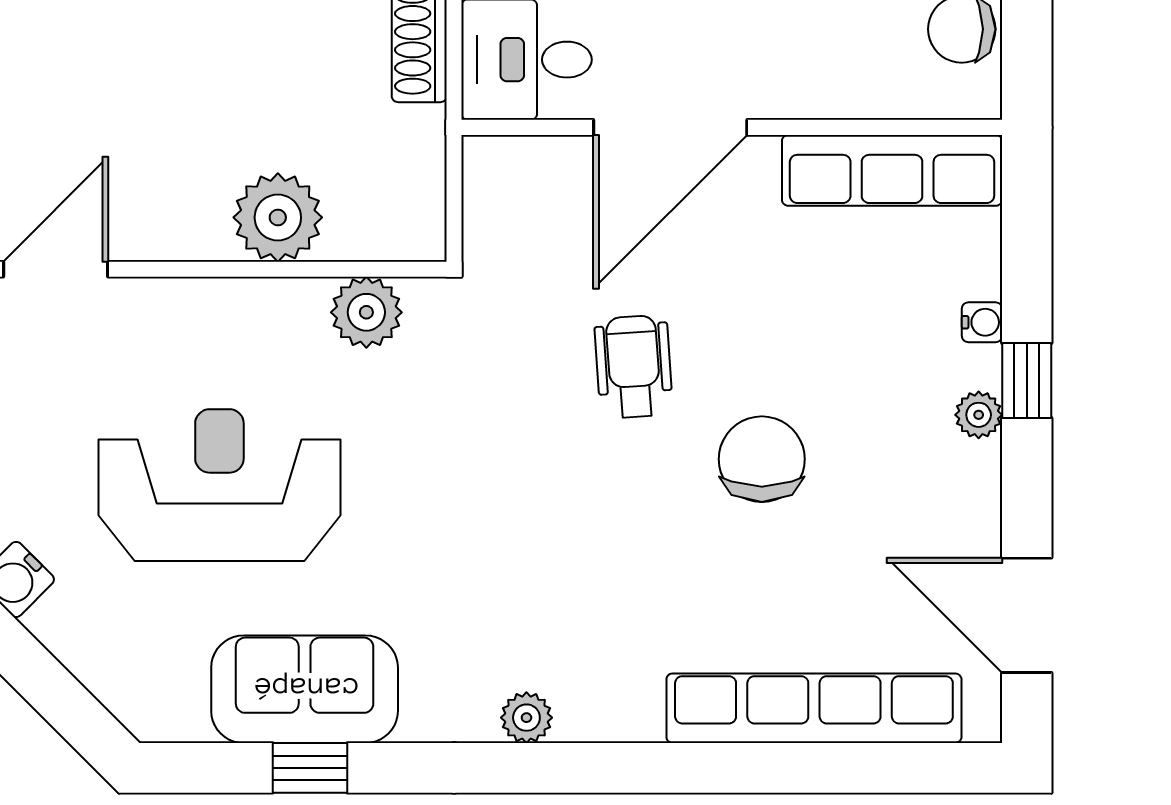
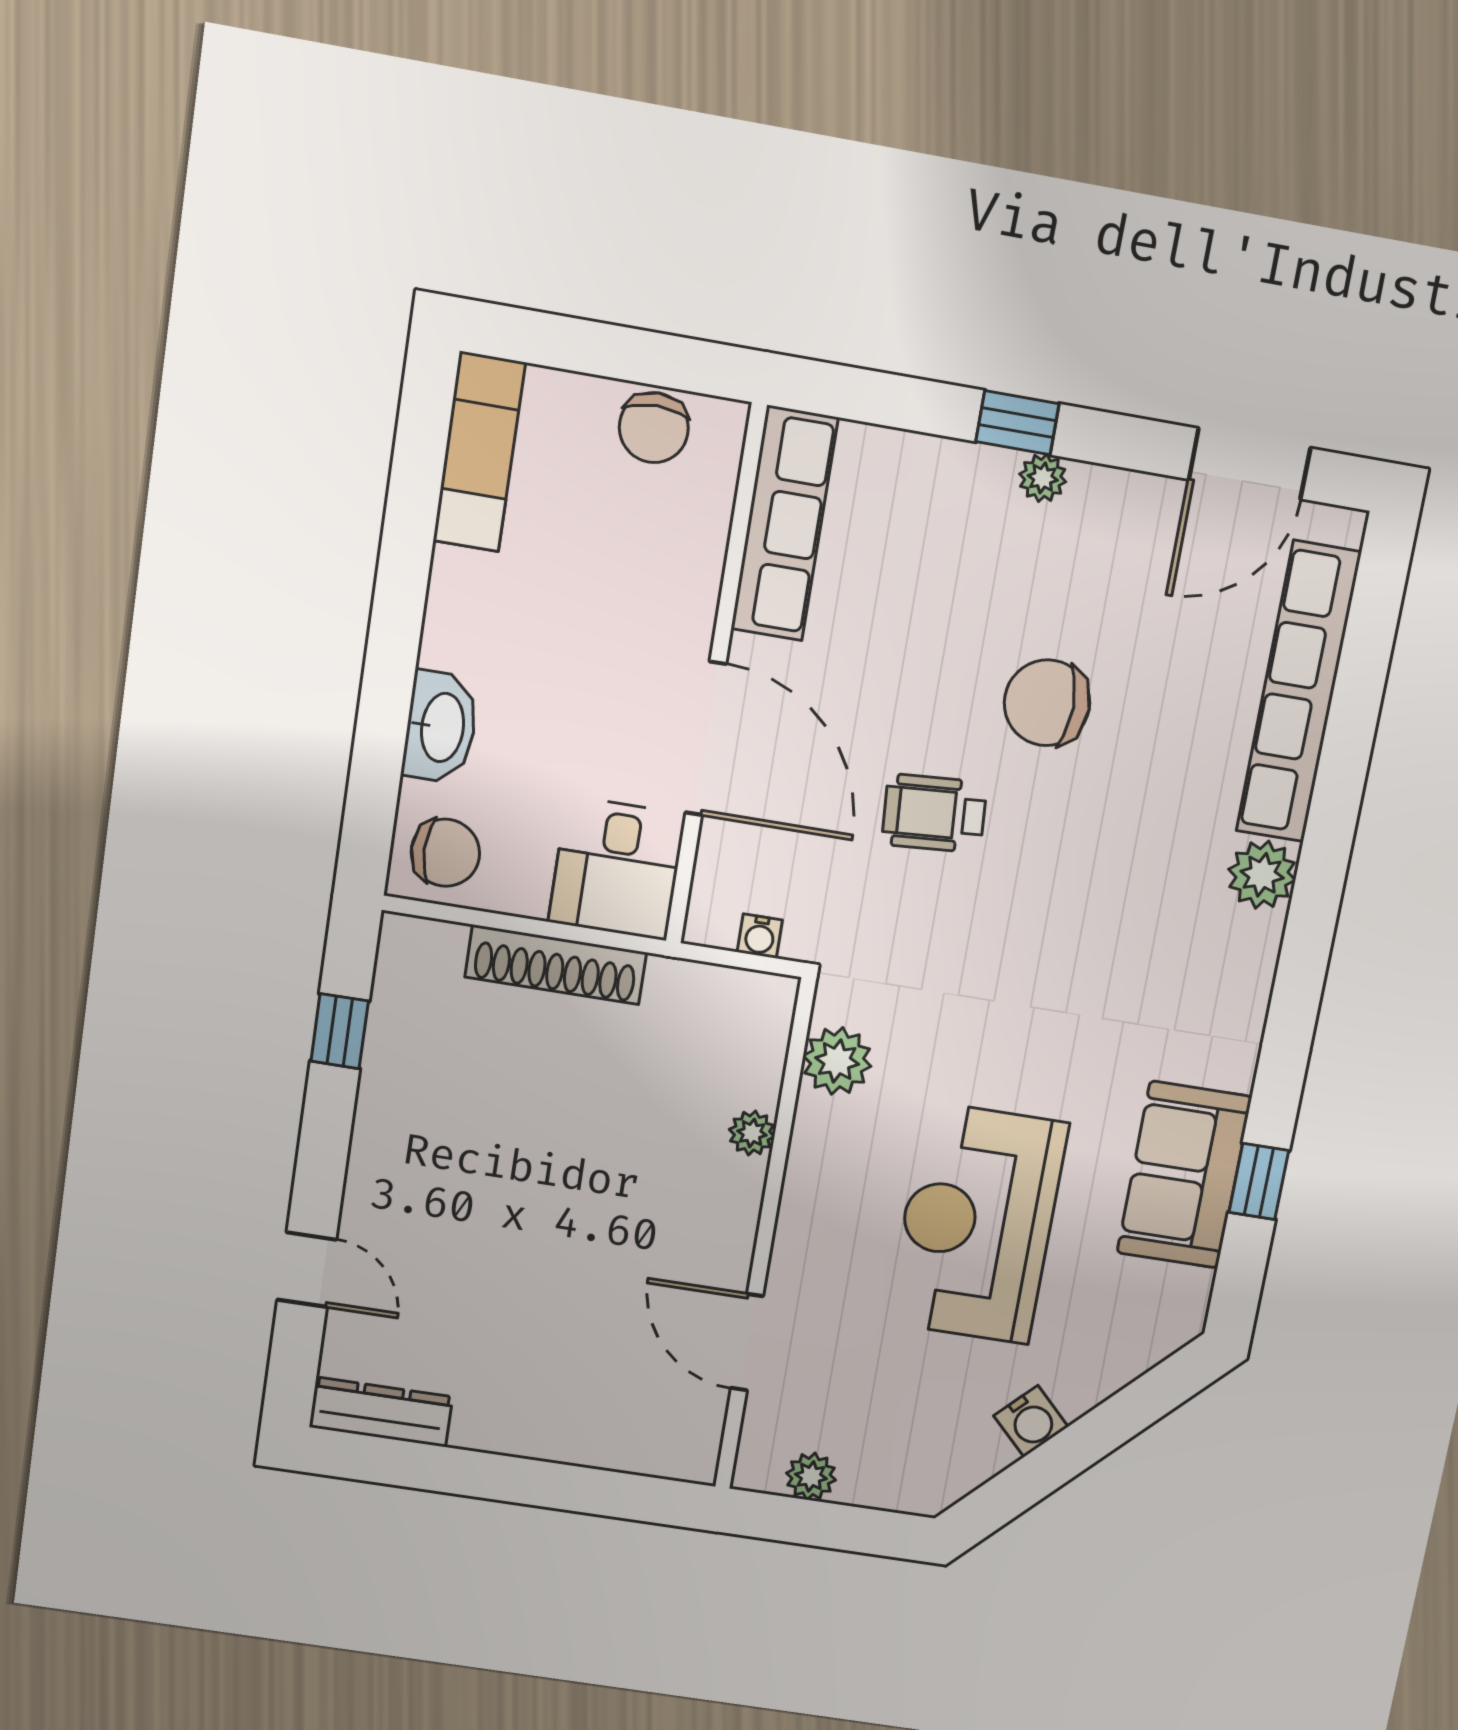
plant: (278, 217) -> (752, 1133), width x0.53, depth x0.53
water cooler: (982, 322) -> (760, 936), moved, turned 180
plant: (526, 718) -> (1262, 875), moved, width x1.38, depth x1.38

